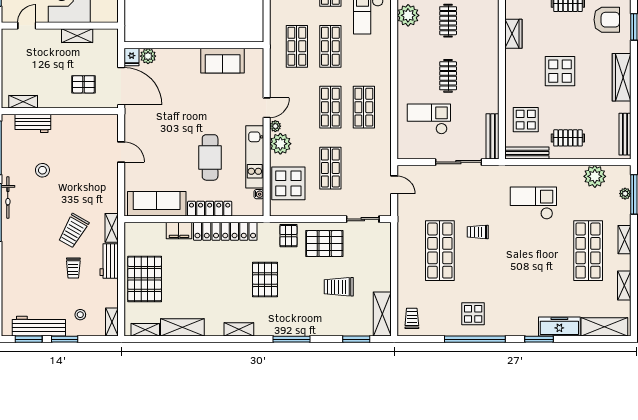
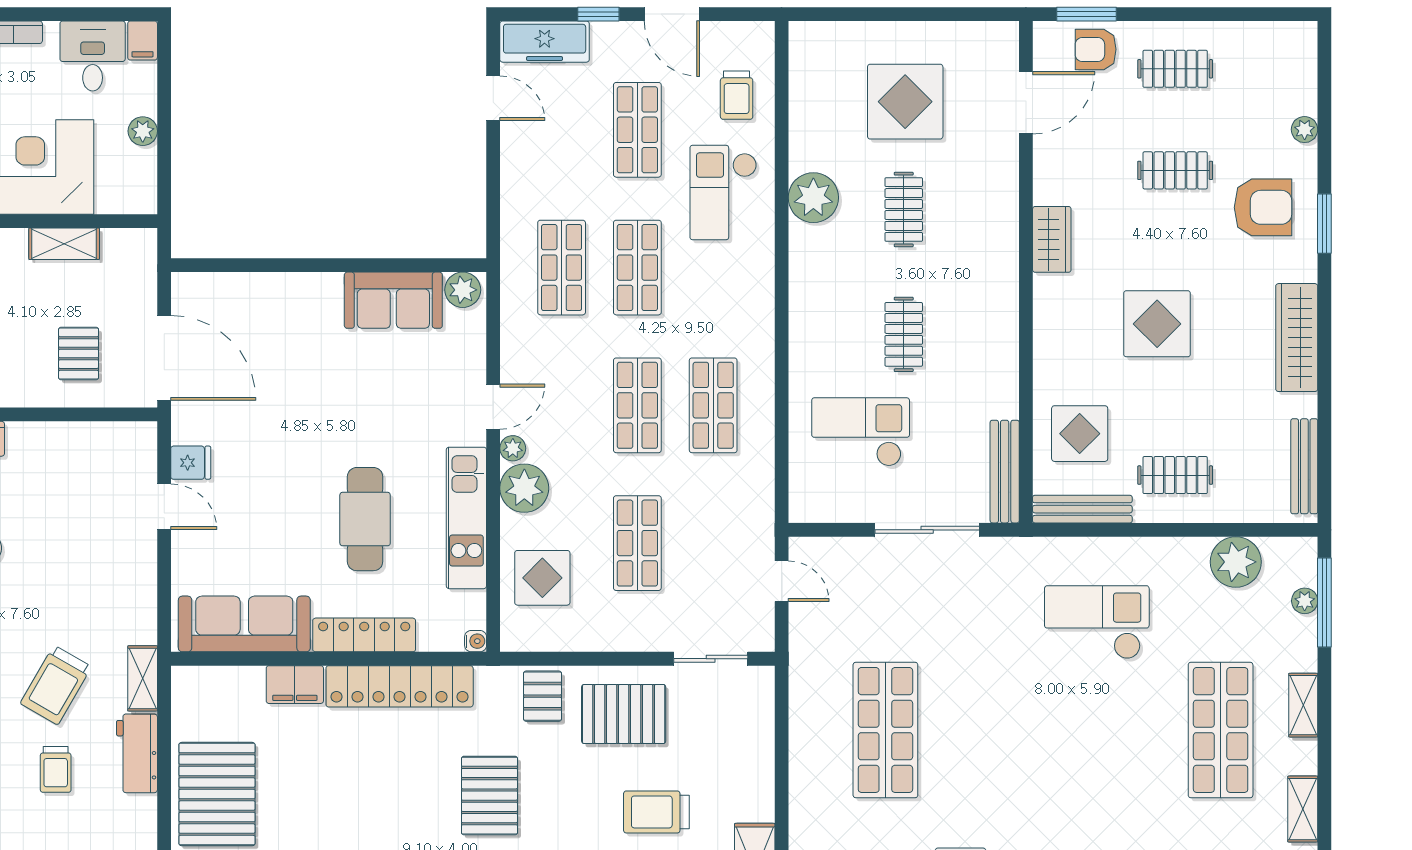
plant: (148, 56) -> (463, 290), moved
fridge: (132, 57) -> (191, 463), moved, turned -90
pallet: (83, 84) -> (79, 354), turned 90
display table: (288, 183) -> (542, 578), width x0.73, depth x0.73
water cooler: (259, 194) -> (476, 641), moved
trolley: (478, 232) -> (971, 688), removed

